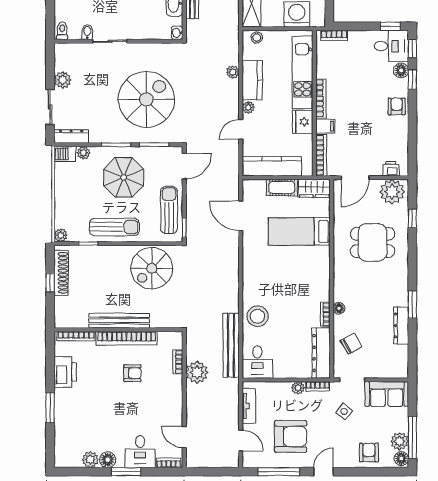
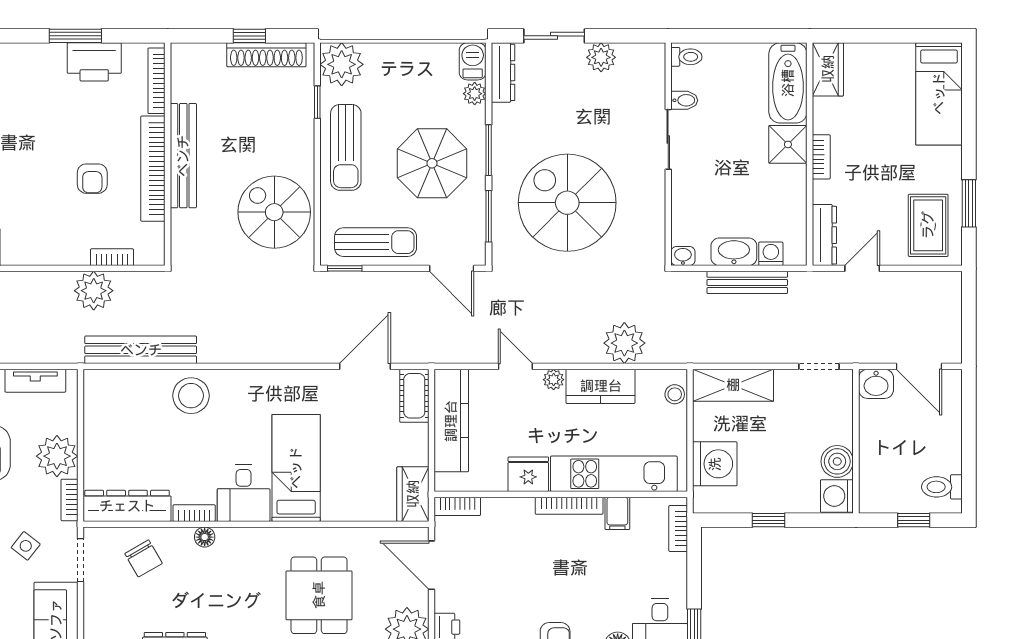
plant: (233, 72) -> (624, 343), width x1.88, depth x1.88
spiral stairs: (146, 99) -> (567, 203), turned 180
filing cabinet: (325, 126) -> (617, 513), moved
bookcase: (321, 155) -> (457, 506), width x0.64
cot: (282, 188) -> (414, 396), moved
bed: (299, 231) -> (296, 468), moved
plant: (61, 235) -> (342, 64), width x1.87, depth x1.87
desk: (257, 362) -> (244, 493), moved, turned -90
plant: (298, 388) -> (57, 456), width x1.87, depth x1.87
window: (50, 408) -> (75, 36), moved

